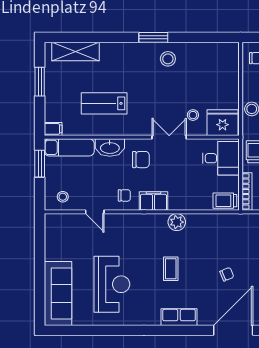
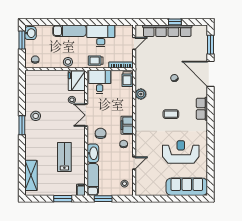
window: (40, 82) -> (63, 199), moved
lab bench: (104, 103) -> (64, 157), turned 180
plant: (177, 222) -> (141, 94), moved

